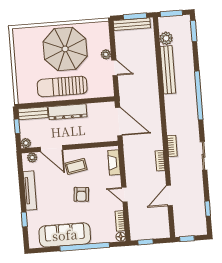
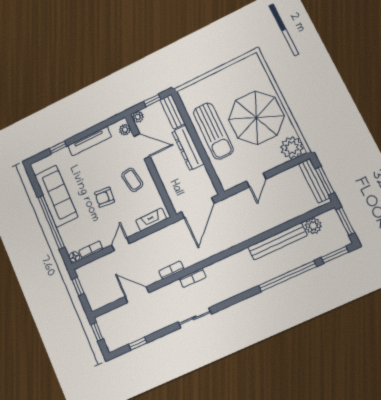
plant: (106, 54) -> (292, 148), moved, width x1.88, depth x1.88
sun lounger: (62, 87) -> (213, 131), turned 180
window: (199, 95) -> (287, 276), moved
door: (52, 149) -> (142, 146), swing flipped

